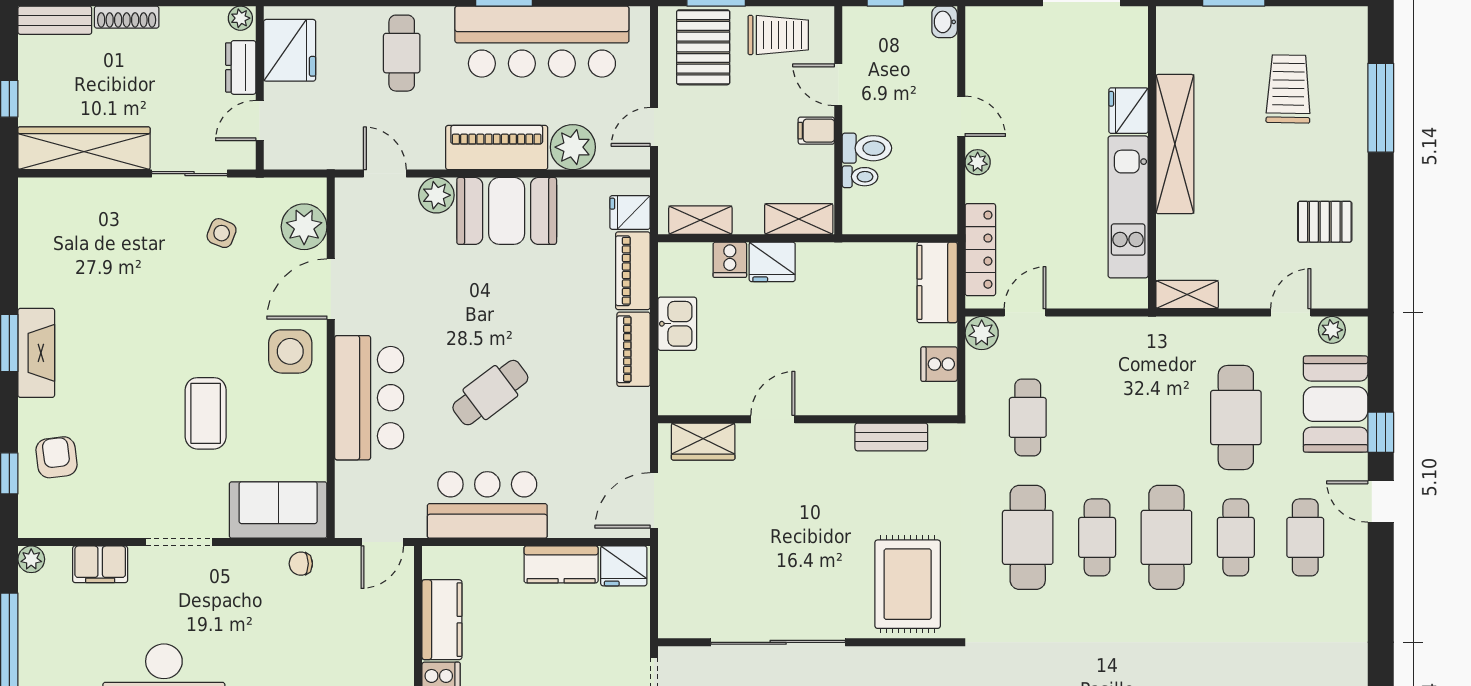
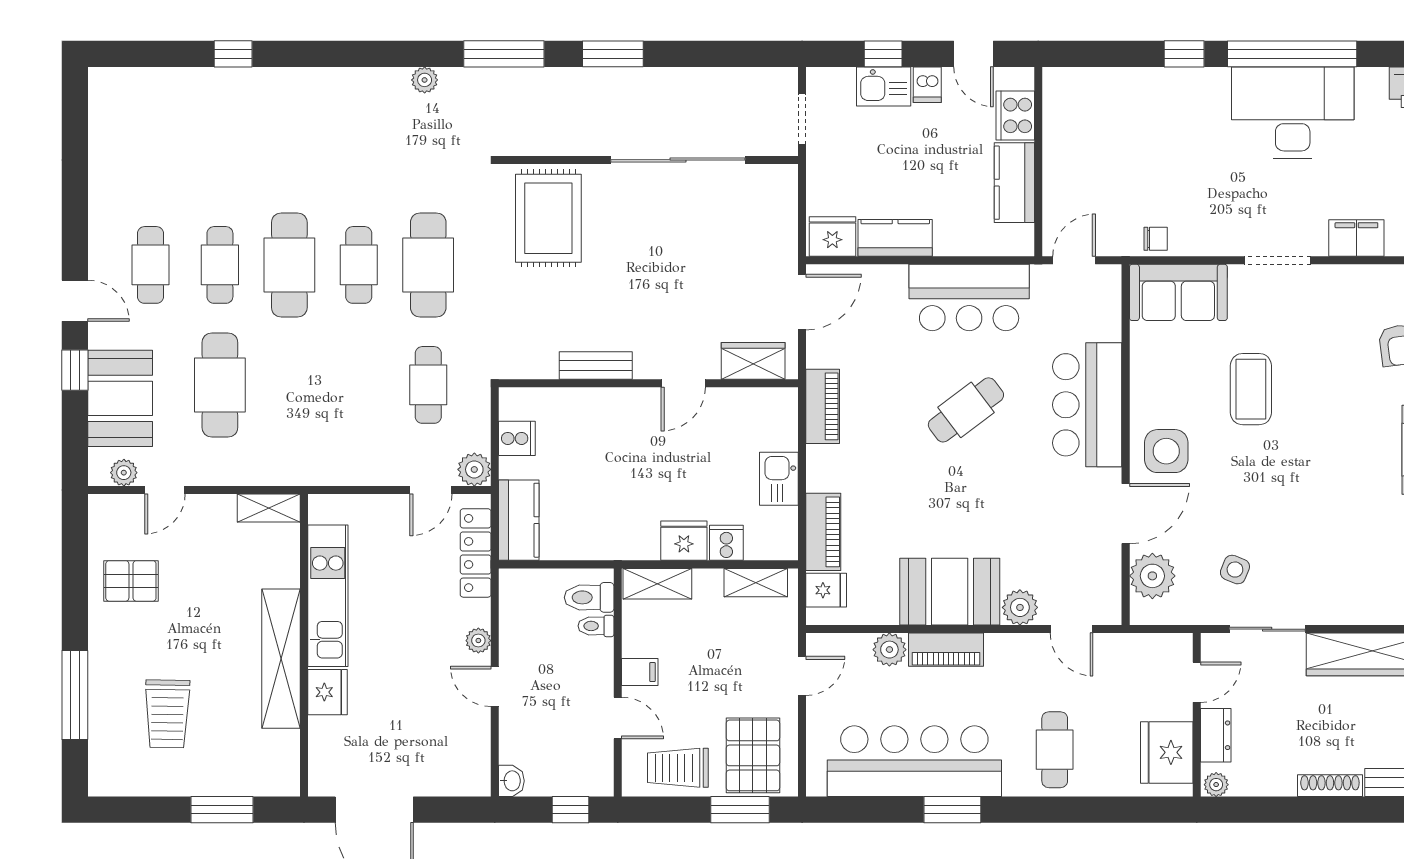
plant: (573, 147) -> (889, 650), width x0.73, depth x0.73
piano: (497, 148) -> (946, 650), width x0.73, depth x0.75
toilet: (867, 148) -> (589, 597), moved
piano: (634, 349) -> (823, 406), moved
bench: (891, 437) -> (596, 365), moved

